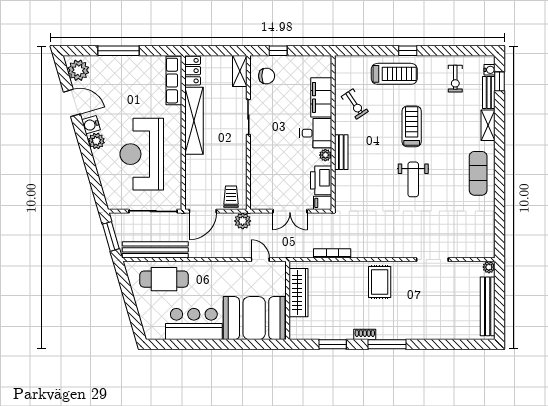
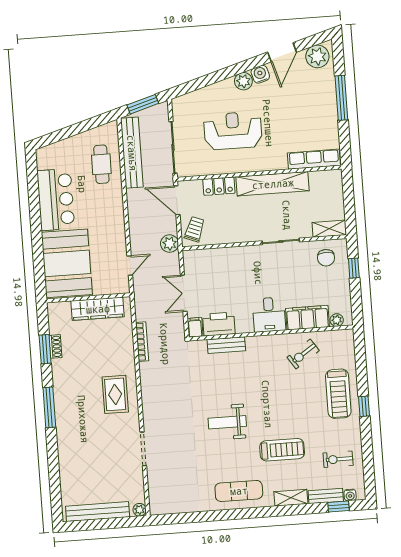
locker: (193, 71) -> (219, 186), moved
treadmill: (412, 126) -> (282, 450), moved
bench: (341, 152) -> (226, 345), moved
reception desk: (142, 154) -> (233, 131), width x0.74, depth x0.77
plant: (325, 155) -> (337, 320), moved
trolley: (231, 197) -> (195, 229), turned -69
cafe table: (164, 279) -> (101, 164), width x0.73, depth x0.74
rug: (380, 282) -> (115, 394), turned 90
shoe rack: (365, 334) -> (55, 346), moved

